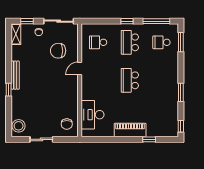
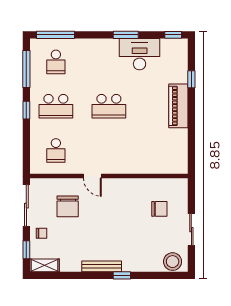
window: (181, 42) -> (55, 35), width x1.44
desk: (93, 115) -> (140, 54), moved, turned 180
chair: (67, 124) -> (159, 209), moved

